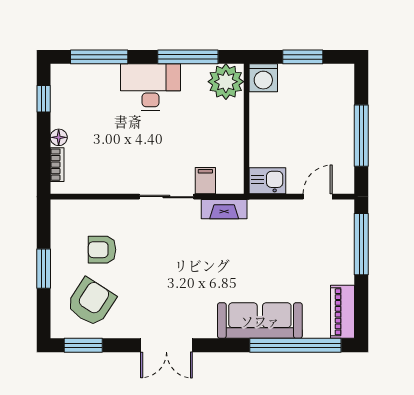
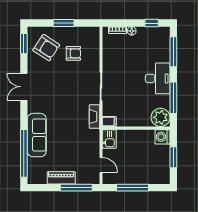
filing cabinet: (205, 181) -> (109, 122), moved
armchair: (102, 250) -> (73, 53), turned 90
piano: (343, 312) -> (61, 178), moved

